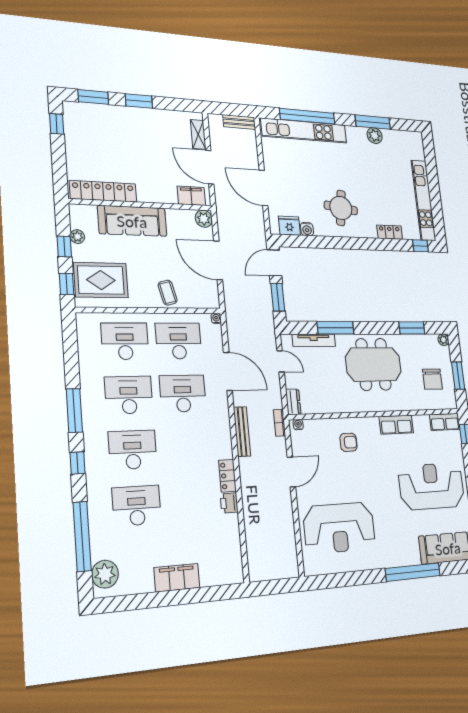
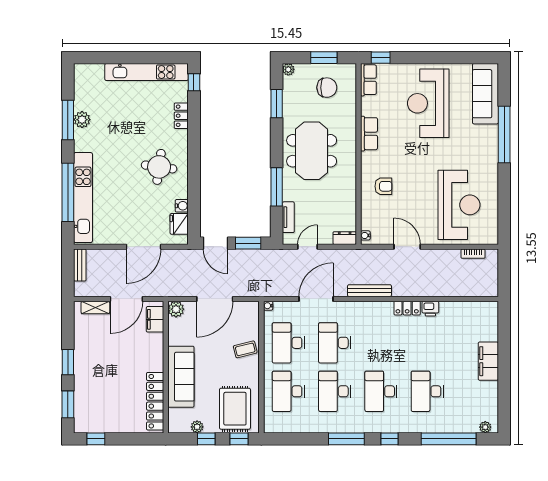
tv unit: (314, 340) -> (288, 217), width x0.71
bookcase: (279, 423) -> (473, 254), moved
armchair: (348, 442) -> (383, 186), turned 90
plant: (105, 574) -> (485, 427), width x0.53, depth x0.53

